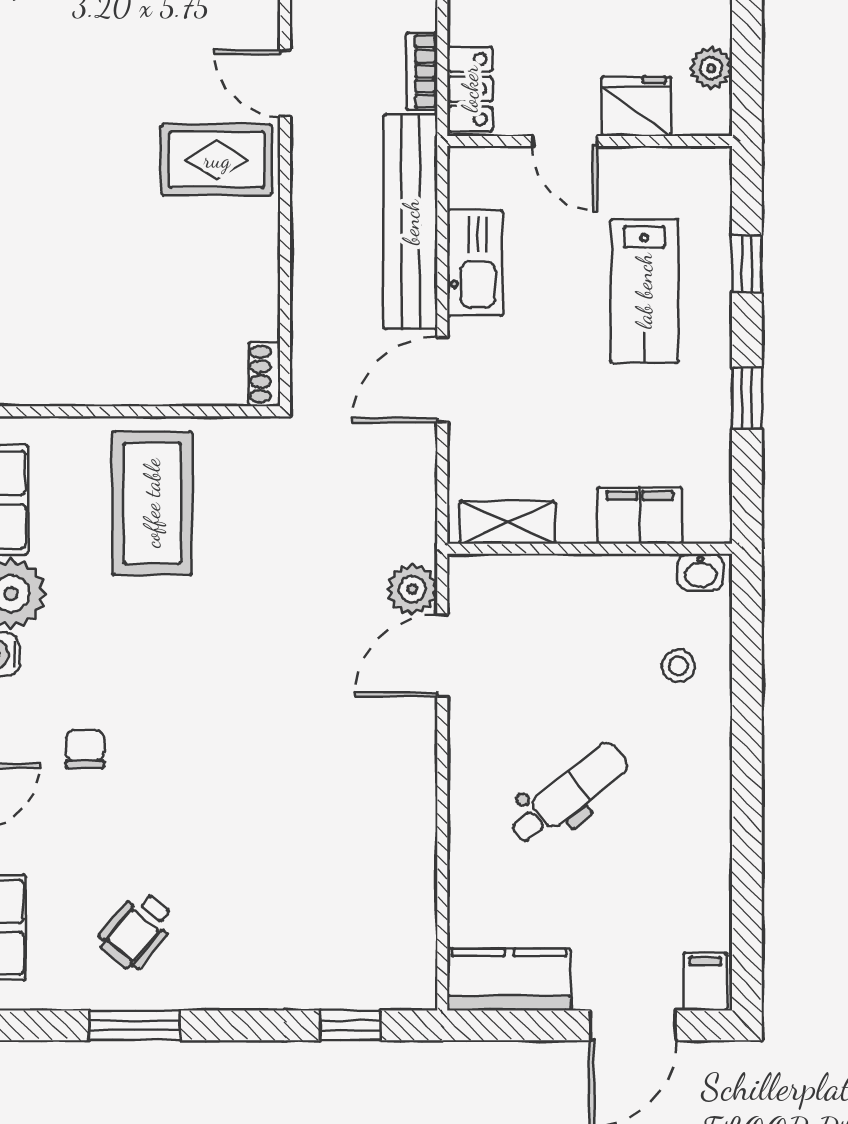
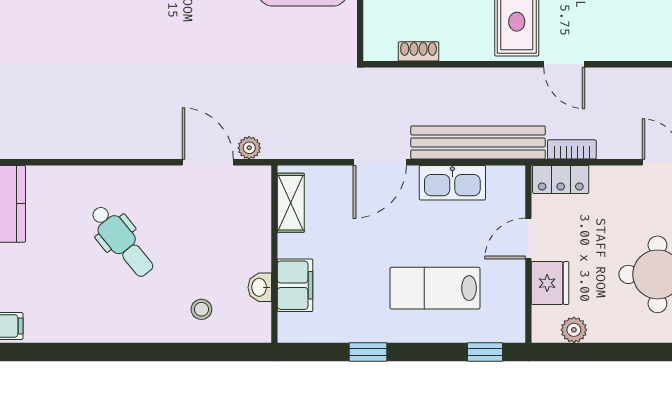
door: (285, 83) -> (564, 64), swing flipped
window: (747, 264) -> (485, 352), moved
shoe rack: (264, 374) -> (418, 51), moved
door: (442, 380) -> (380, 162), swing flipped
washbasin: (700, 572) -> (260, 287), moved
plant: (412, 589) -> (249, 148), width x0.73, depth x0.73

